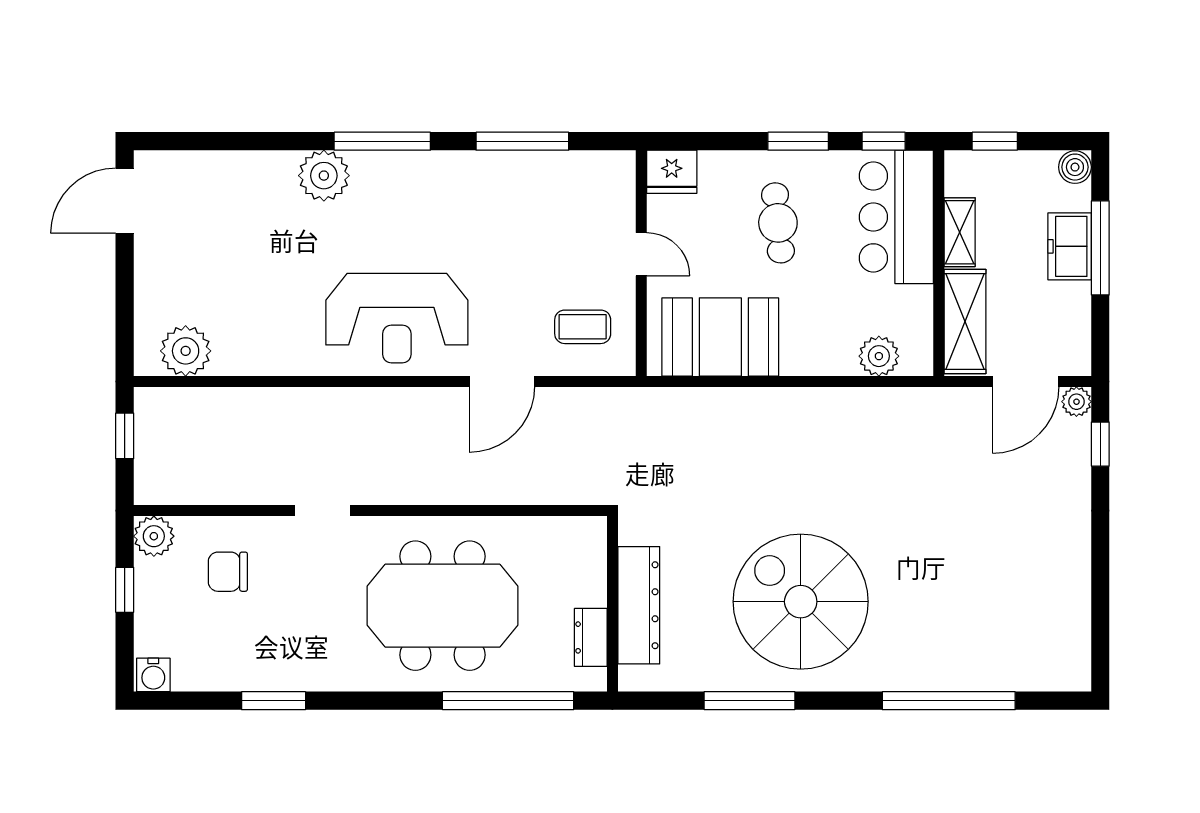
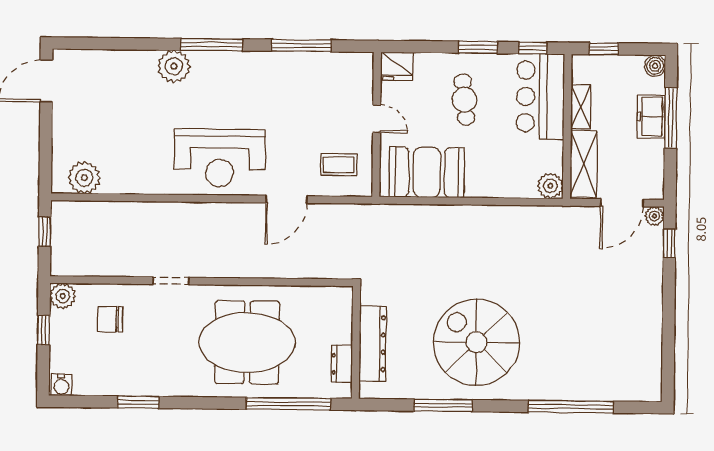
plant: (879, 356) -> (550, 186), moved

